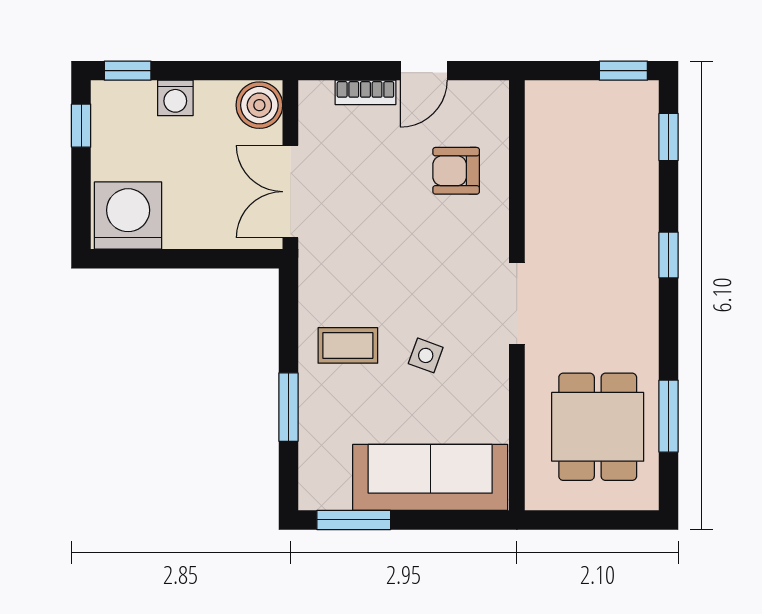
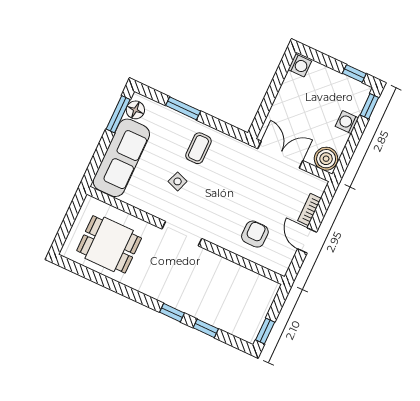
window: (669, 137) -> (206, 328), moved
washing machine: (128, 216) -> (300, 65), width x0.53, depth x0.53
window: (669, 416) -> (99, 279), removed
floor lamp: (332, 492) -> (135, 110), added

